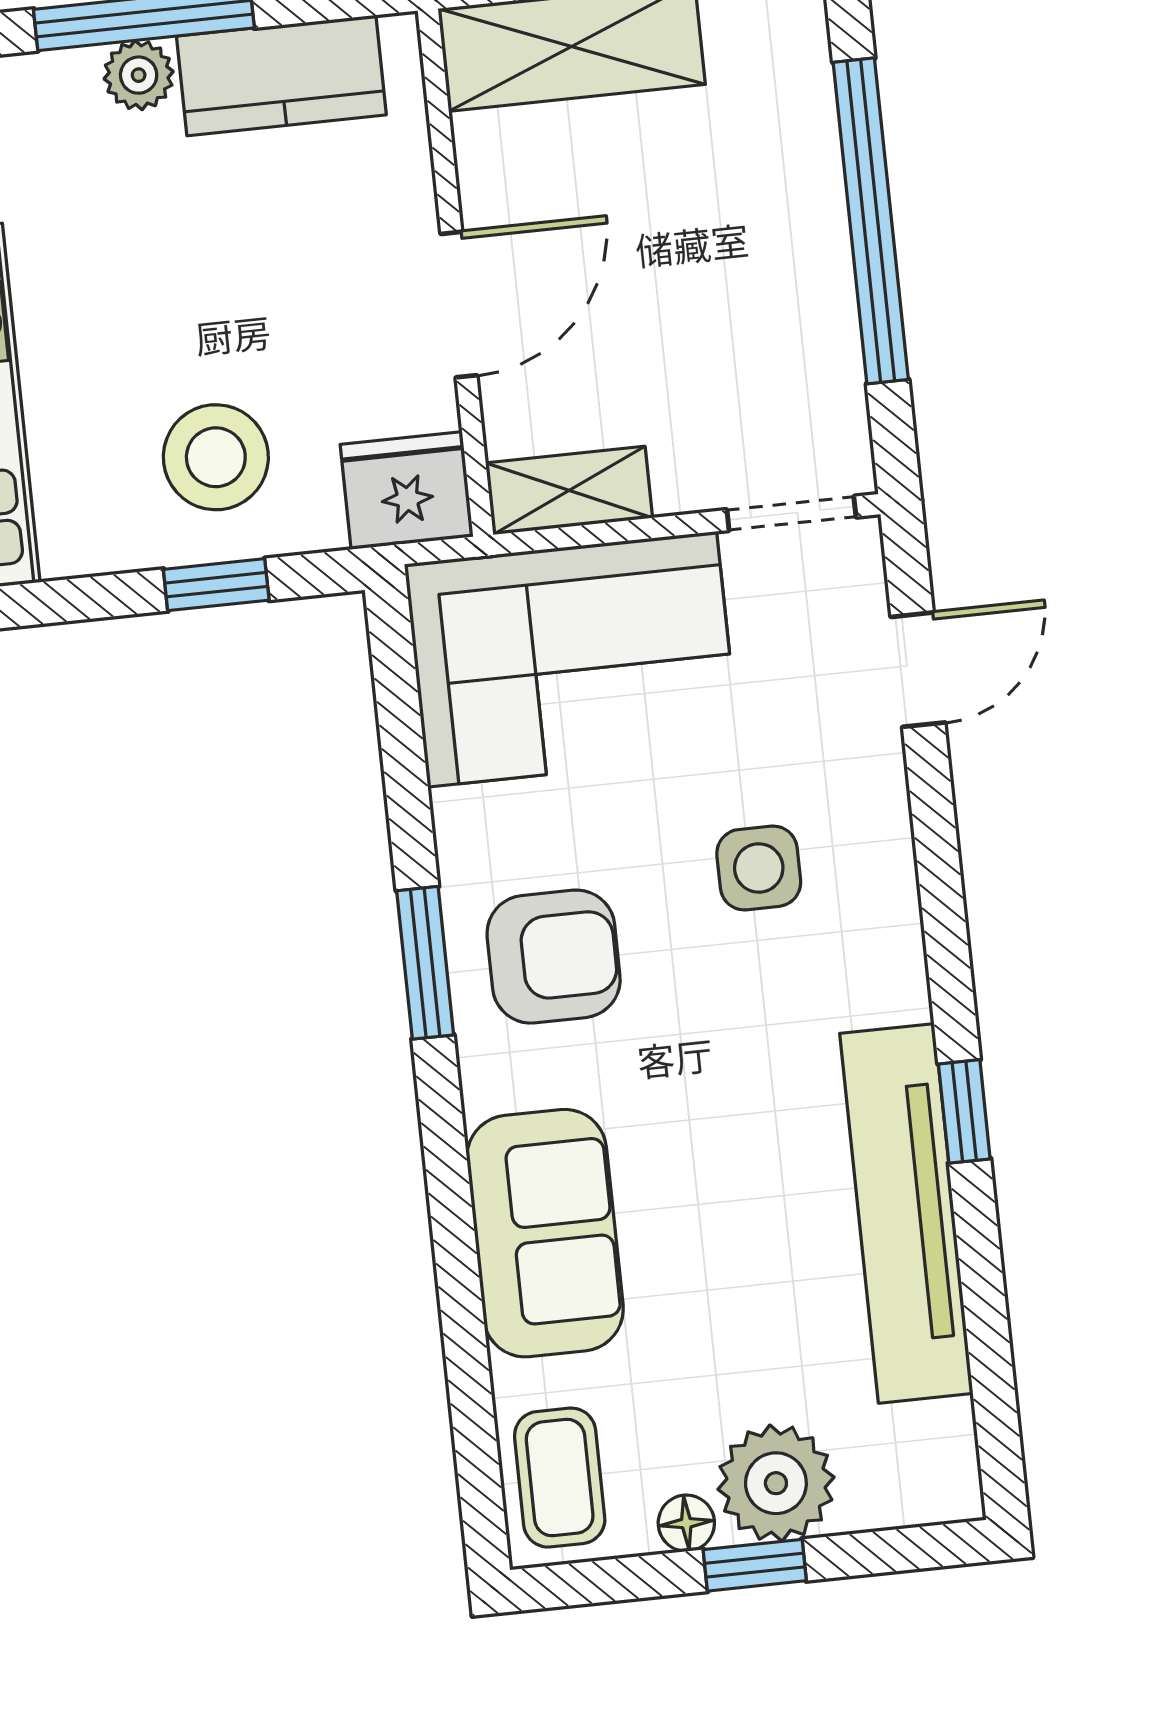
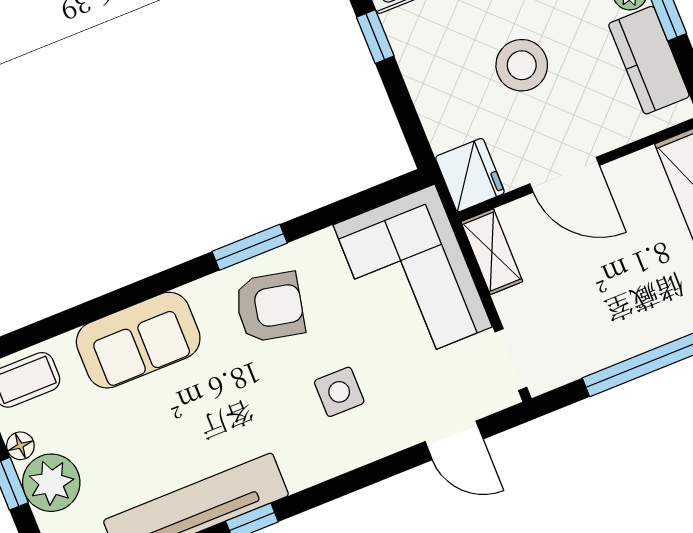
stool: (216, 457) -> (522, 65), moved
window: (216, 585) -> (375, 37), moved
armchair: (554, 957) -> (270, 307), turned -78

